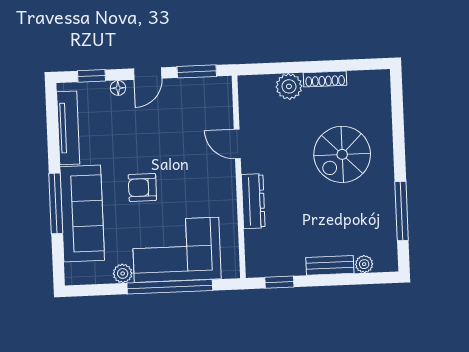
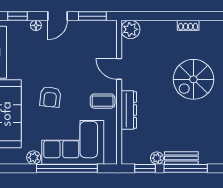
shoe rack: (325, 79) -> (188, 25), width x0.70
plant: (289, 86) -> (130, 29), moved
armchair: (142, 187) -> (50, 97), turned -84
coffee table: (216, 190) -> (103, 101), added
plant: (364, 264) -> (157, 158), moved
window: (336, 280) -> (186, 168), added

